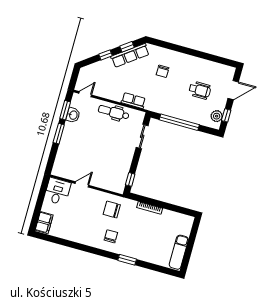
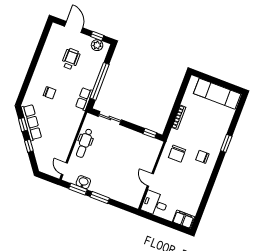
row of seats: (133, 101) -> (84, 99), moved
exam couch: (179, 252) -> (217, 94), width x1.36, depth x1.45

